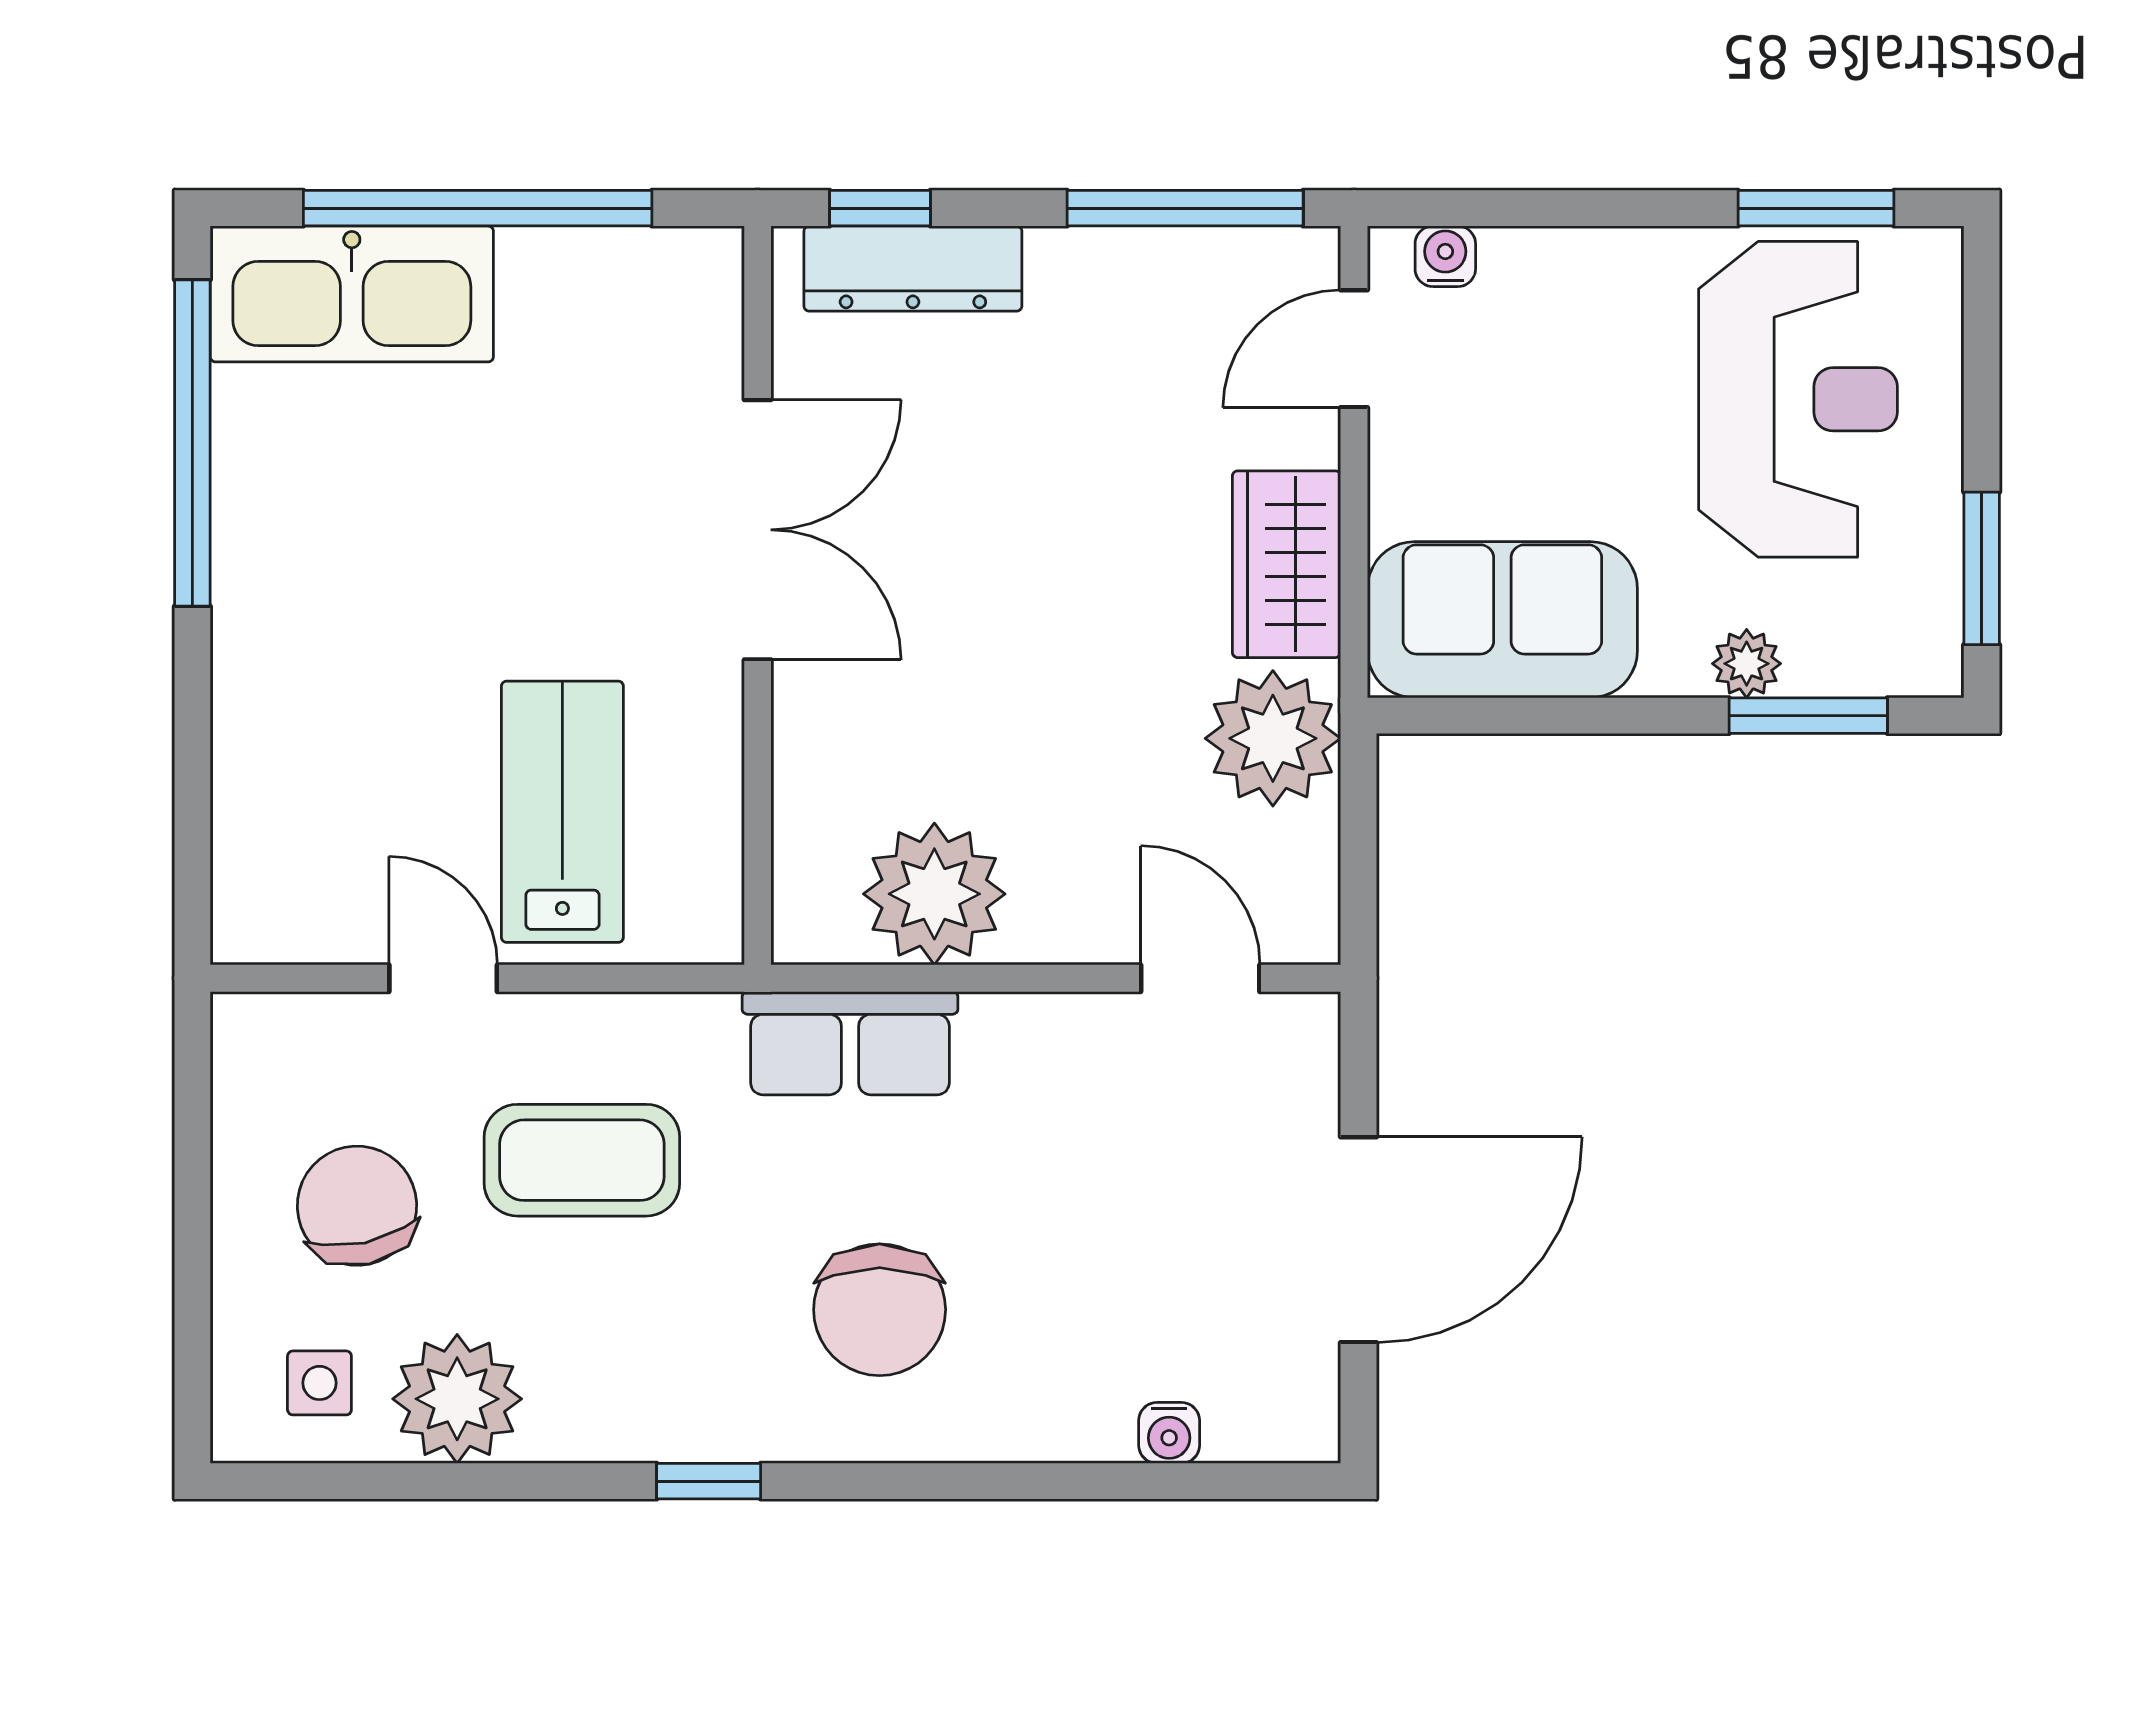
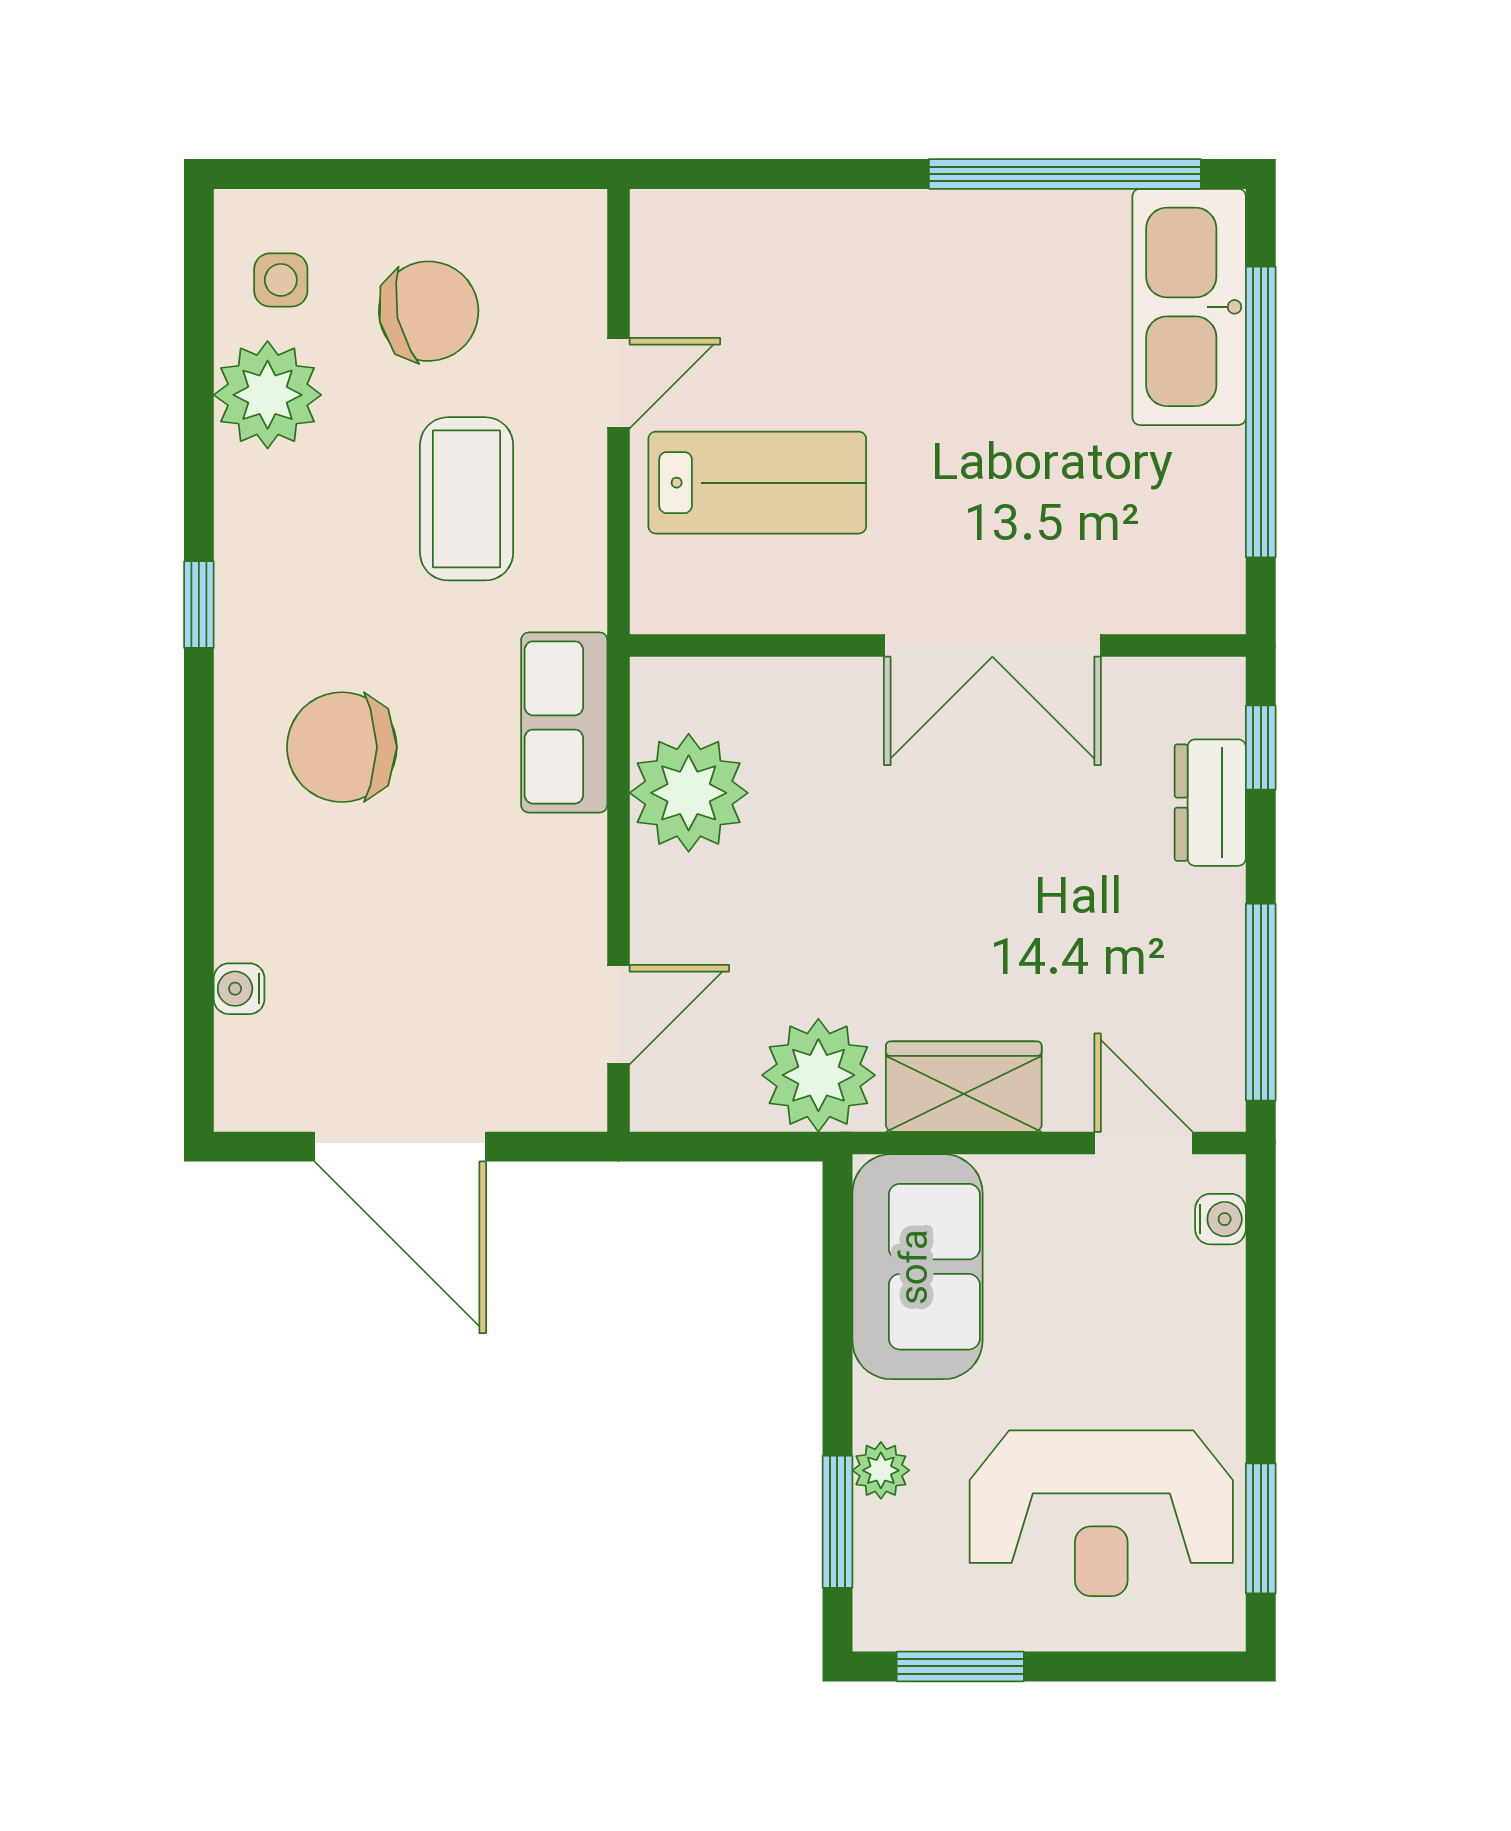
dresser: (913, 269) -> (1210, 803), width x0.70

